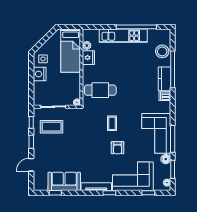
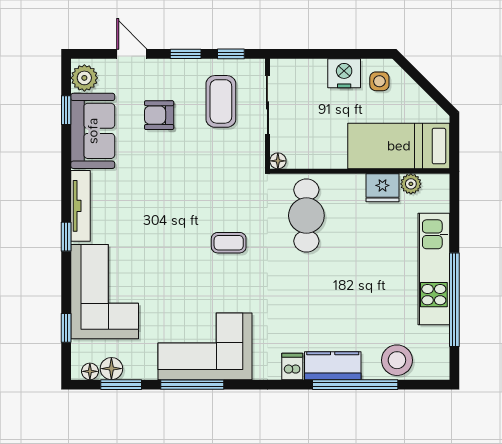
armchair: (118, 148) -> (159, 115), moved
floor lamp: (166, 159) -> (111, 369), moved
plant: (42, 185) -> (84, 78), added

